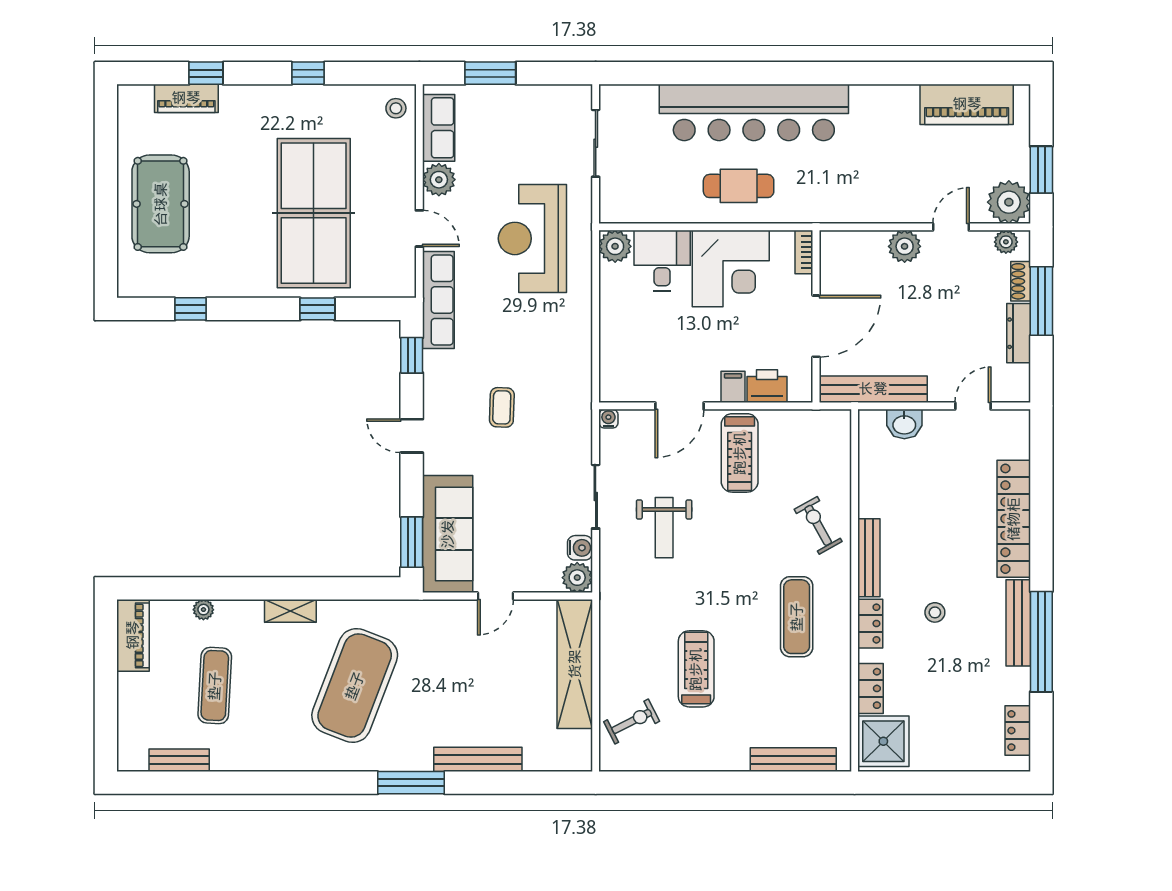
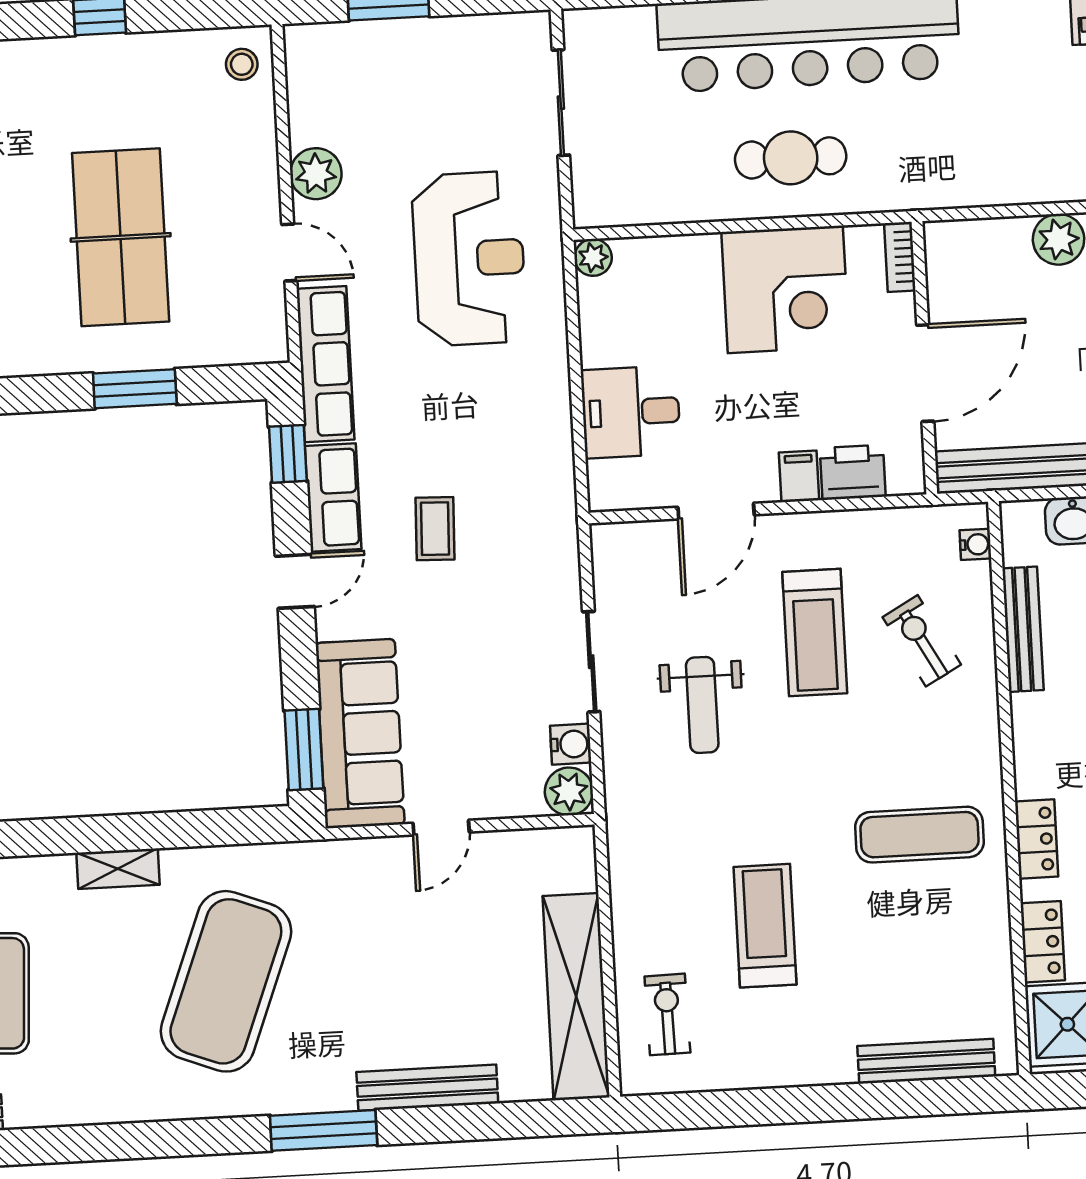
row of seats: (439, 128) -> (333, 497), moved
table tennis table: (314, 213) -> (121, 237), width x0.73, depth x0.76
reception desk: (532, 238) -> (469, 259), turned 180
plant: (615, 246) -> (593, 257), width x0.73, depth x0.73
desk: (662, 260) -> (631, 412), moved, turned -90
window: (317, 309) -> (135, 389), width x1.50
water cooler: (608, 419) -> (975, 544), moved, turned 90
door: (412, 436) -> (295, 581), swing flipped
treadmill: (740, 453) -> (815, 633), moved
exercise bike: (818, 525) -> (922, 641), moved
bench: (869, 558) -> (1023, 629), moved
exercise mat: (797, 617) -> (919, 835), turned 90
shelving: (575, 664) -> (576, 997), moved
exercise bike: (632, 721) -> (667, 1014), turned -64

